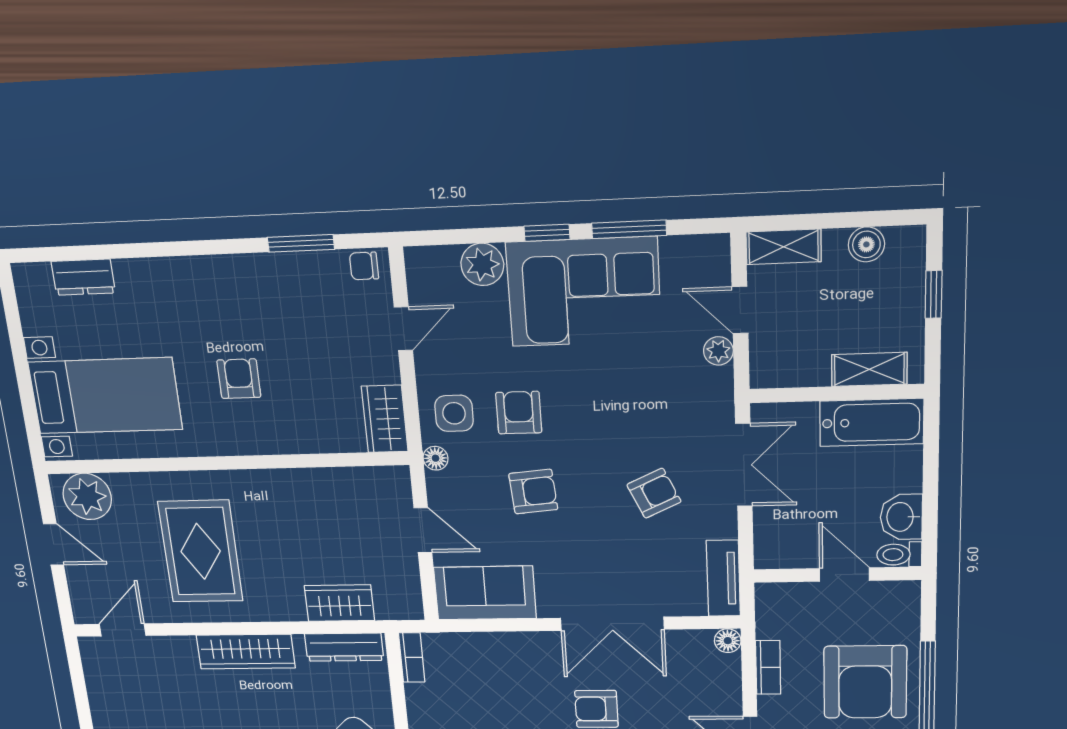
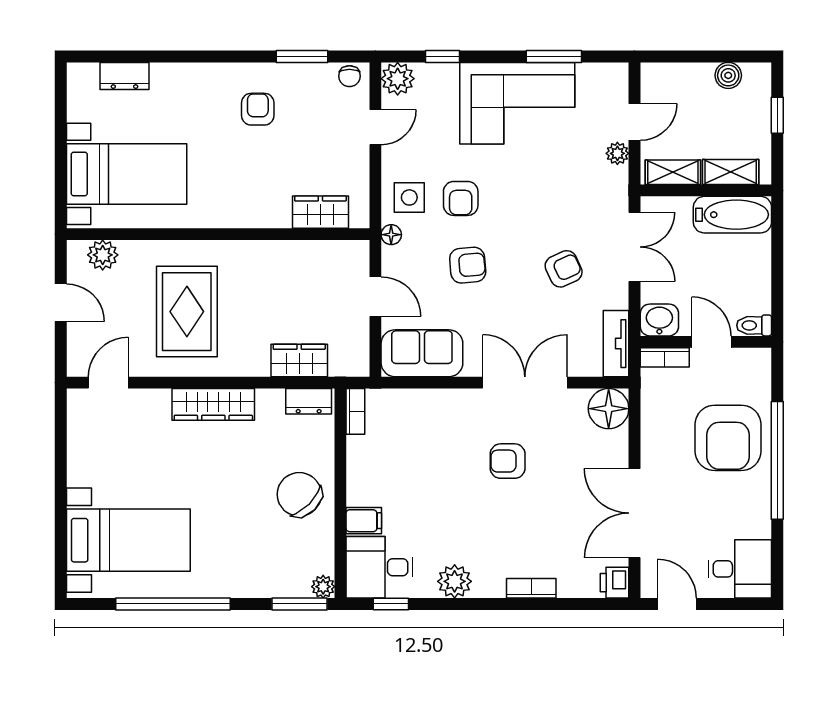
window: (547, 233) -> (443, 56), moved
shelving: (784, 247) -> (673, 172), moved
plant: (482, 264) -> (398, 79), moved
chair: (364, 266) -> (349, 76), turned -90
door: (740, 310) -> (635, 122), swing flipped
armchair: (239, 379) -> (258, 109), moved
armchair: (519, 413) -> (461, 198), turned 180
wardrobe: (385, 419) -> (320, 212), moved, turned 90
plant: (87, 496) -> (103, 255), width x0.73, depth x0.73
washbasin: (901, 517) -> (659, 320), moved, turned 90
double door: (612, 624) -> (525, 383), swing flipped
floor lamp: (728, 641) -> (609, 409), width x1.89, depth x1.89
dresser: (344, 647) -> (309, 401), width x0.70
bookcase: (768, 667) -> (665, 357), moved, turned 90

